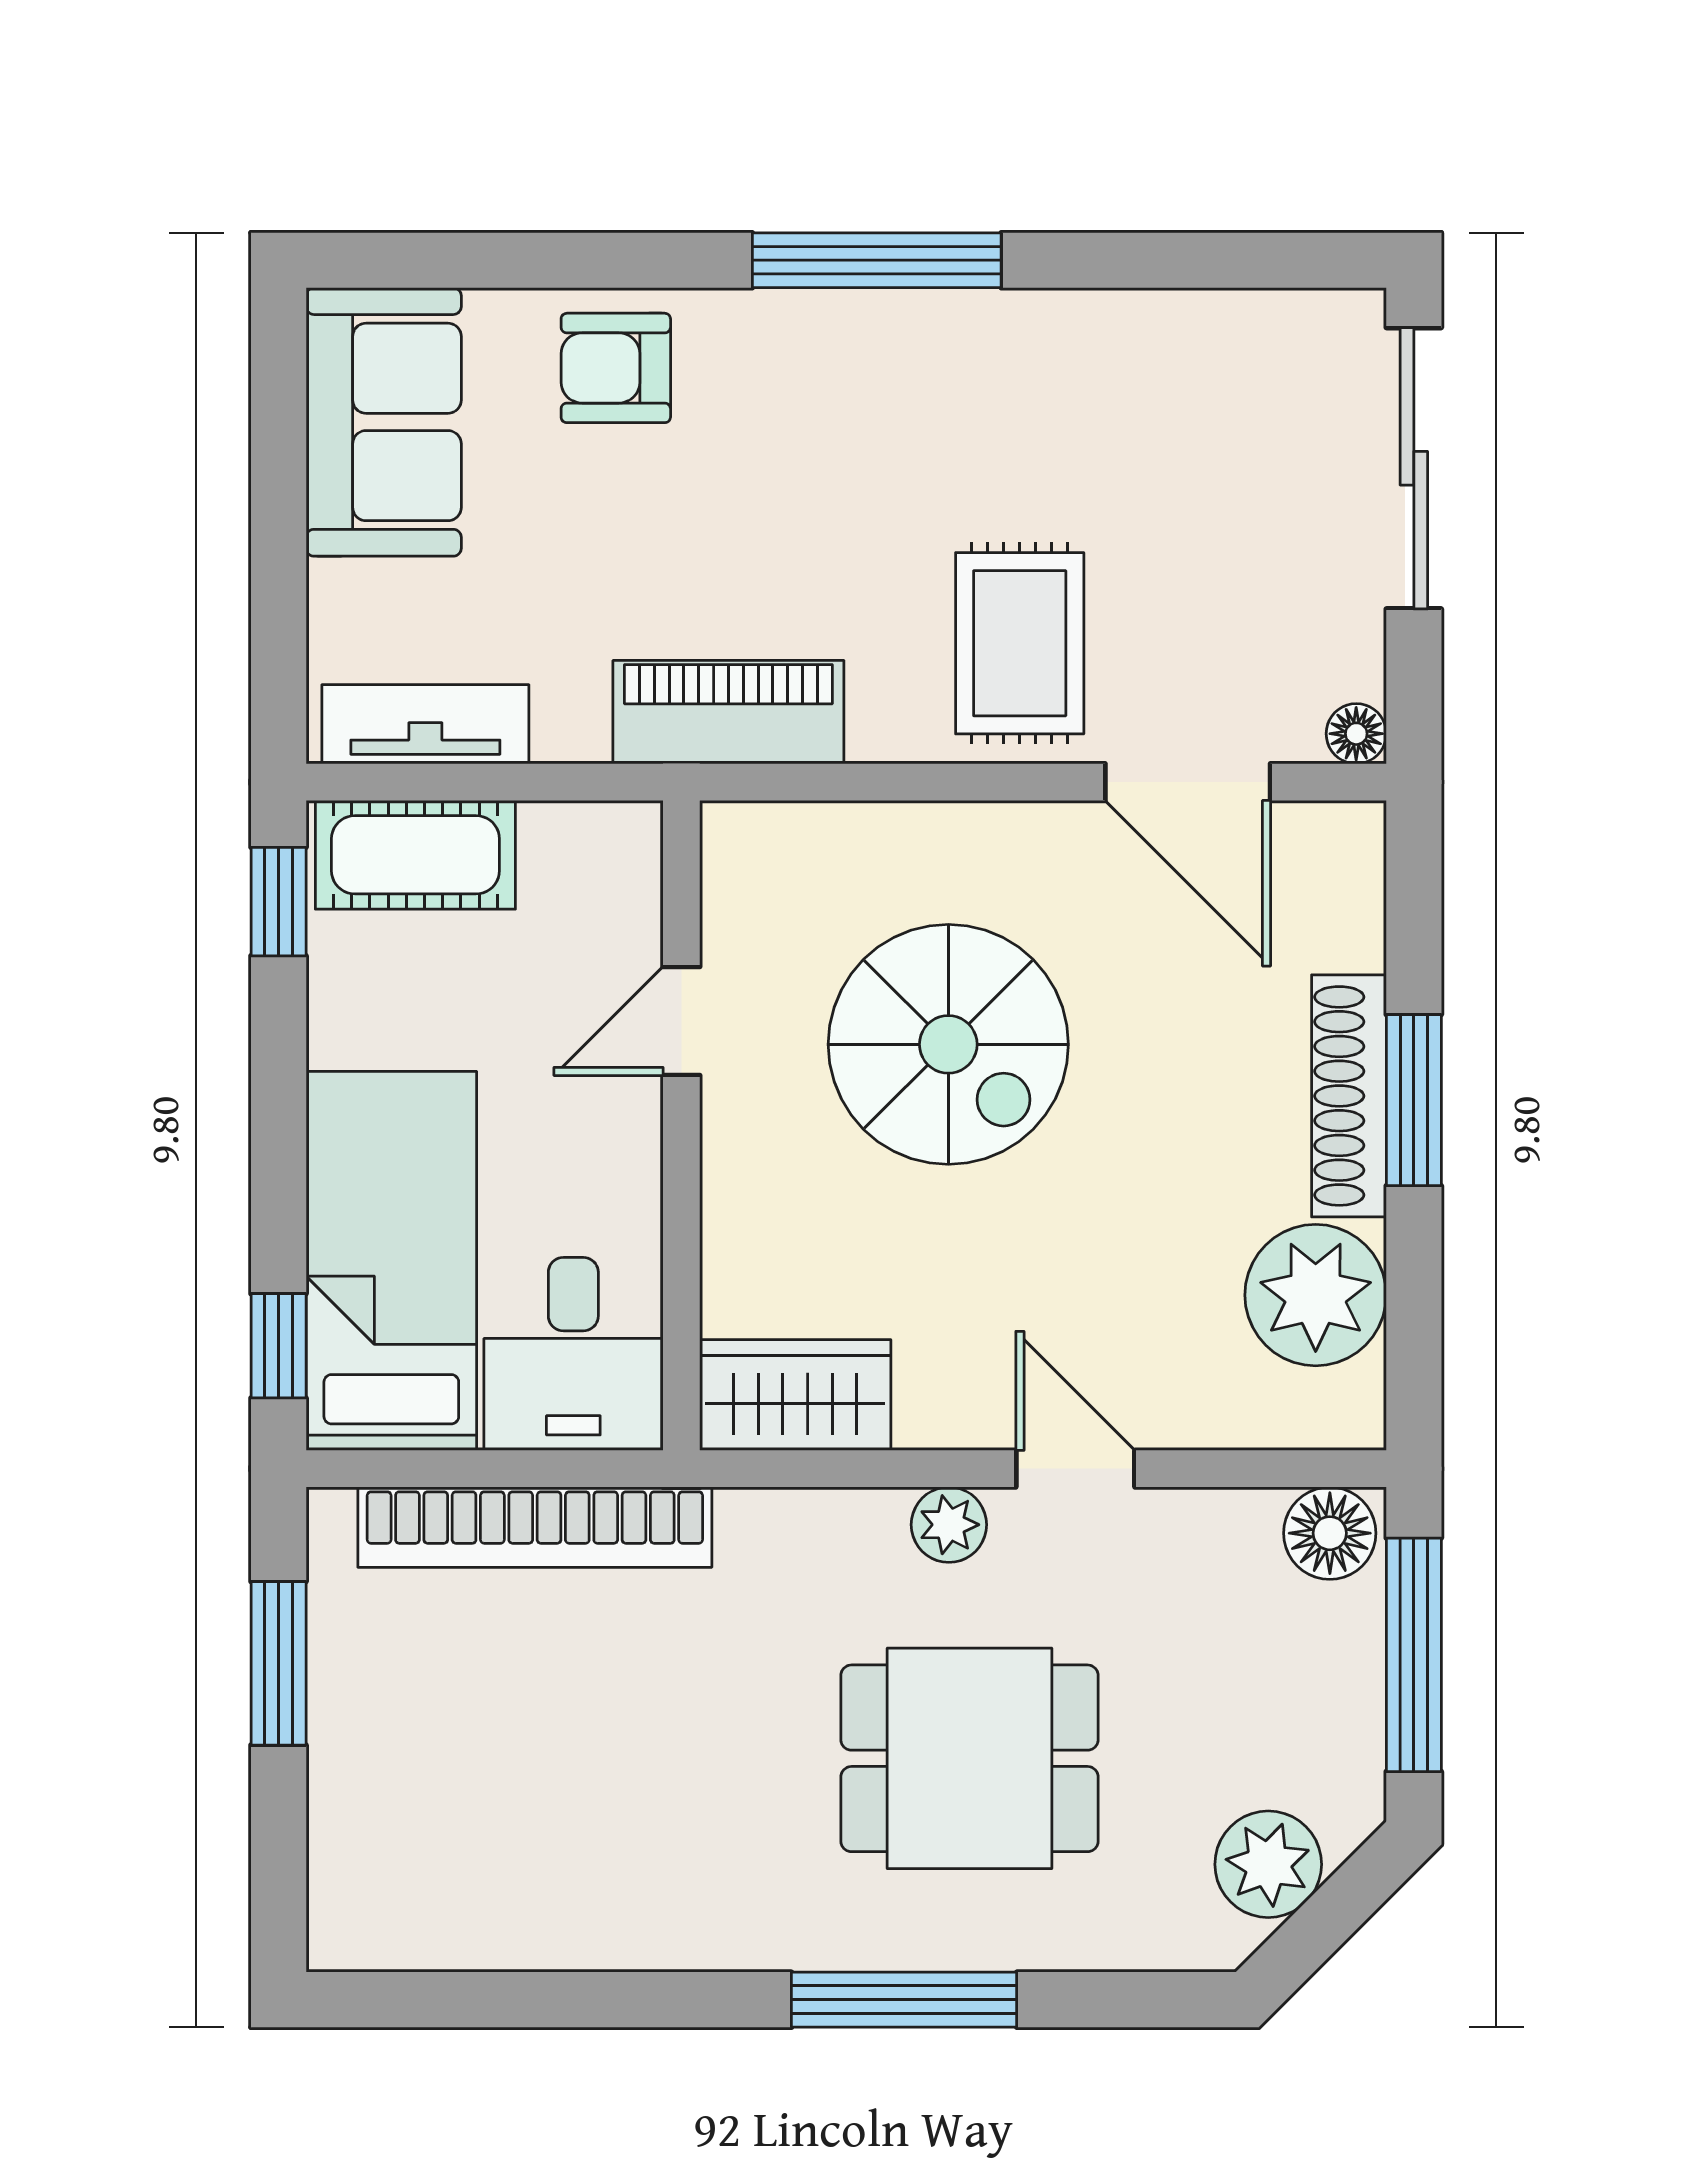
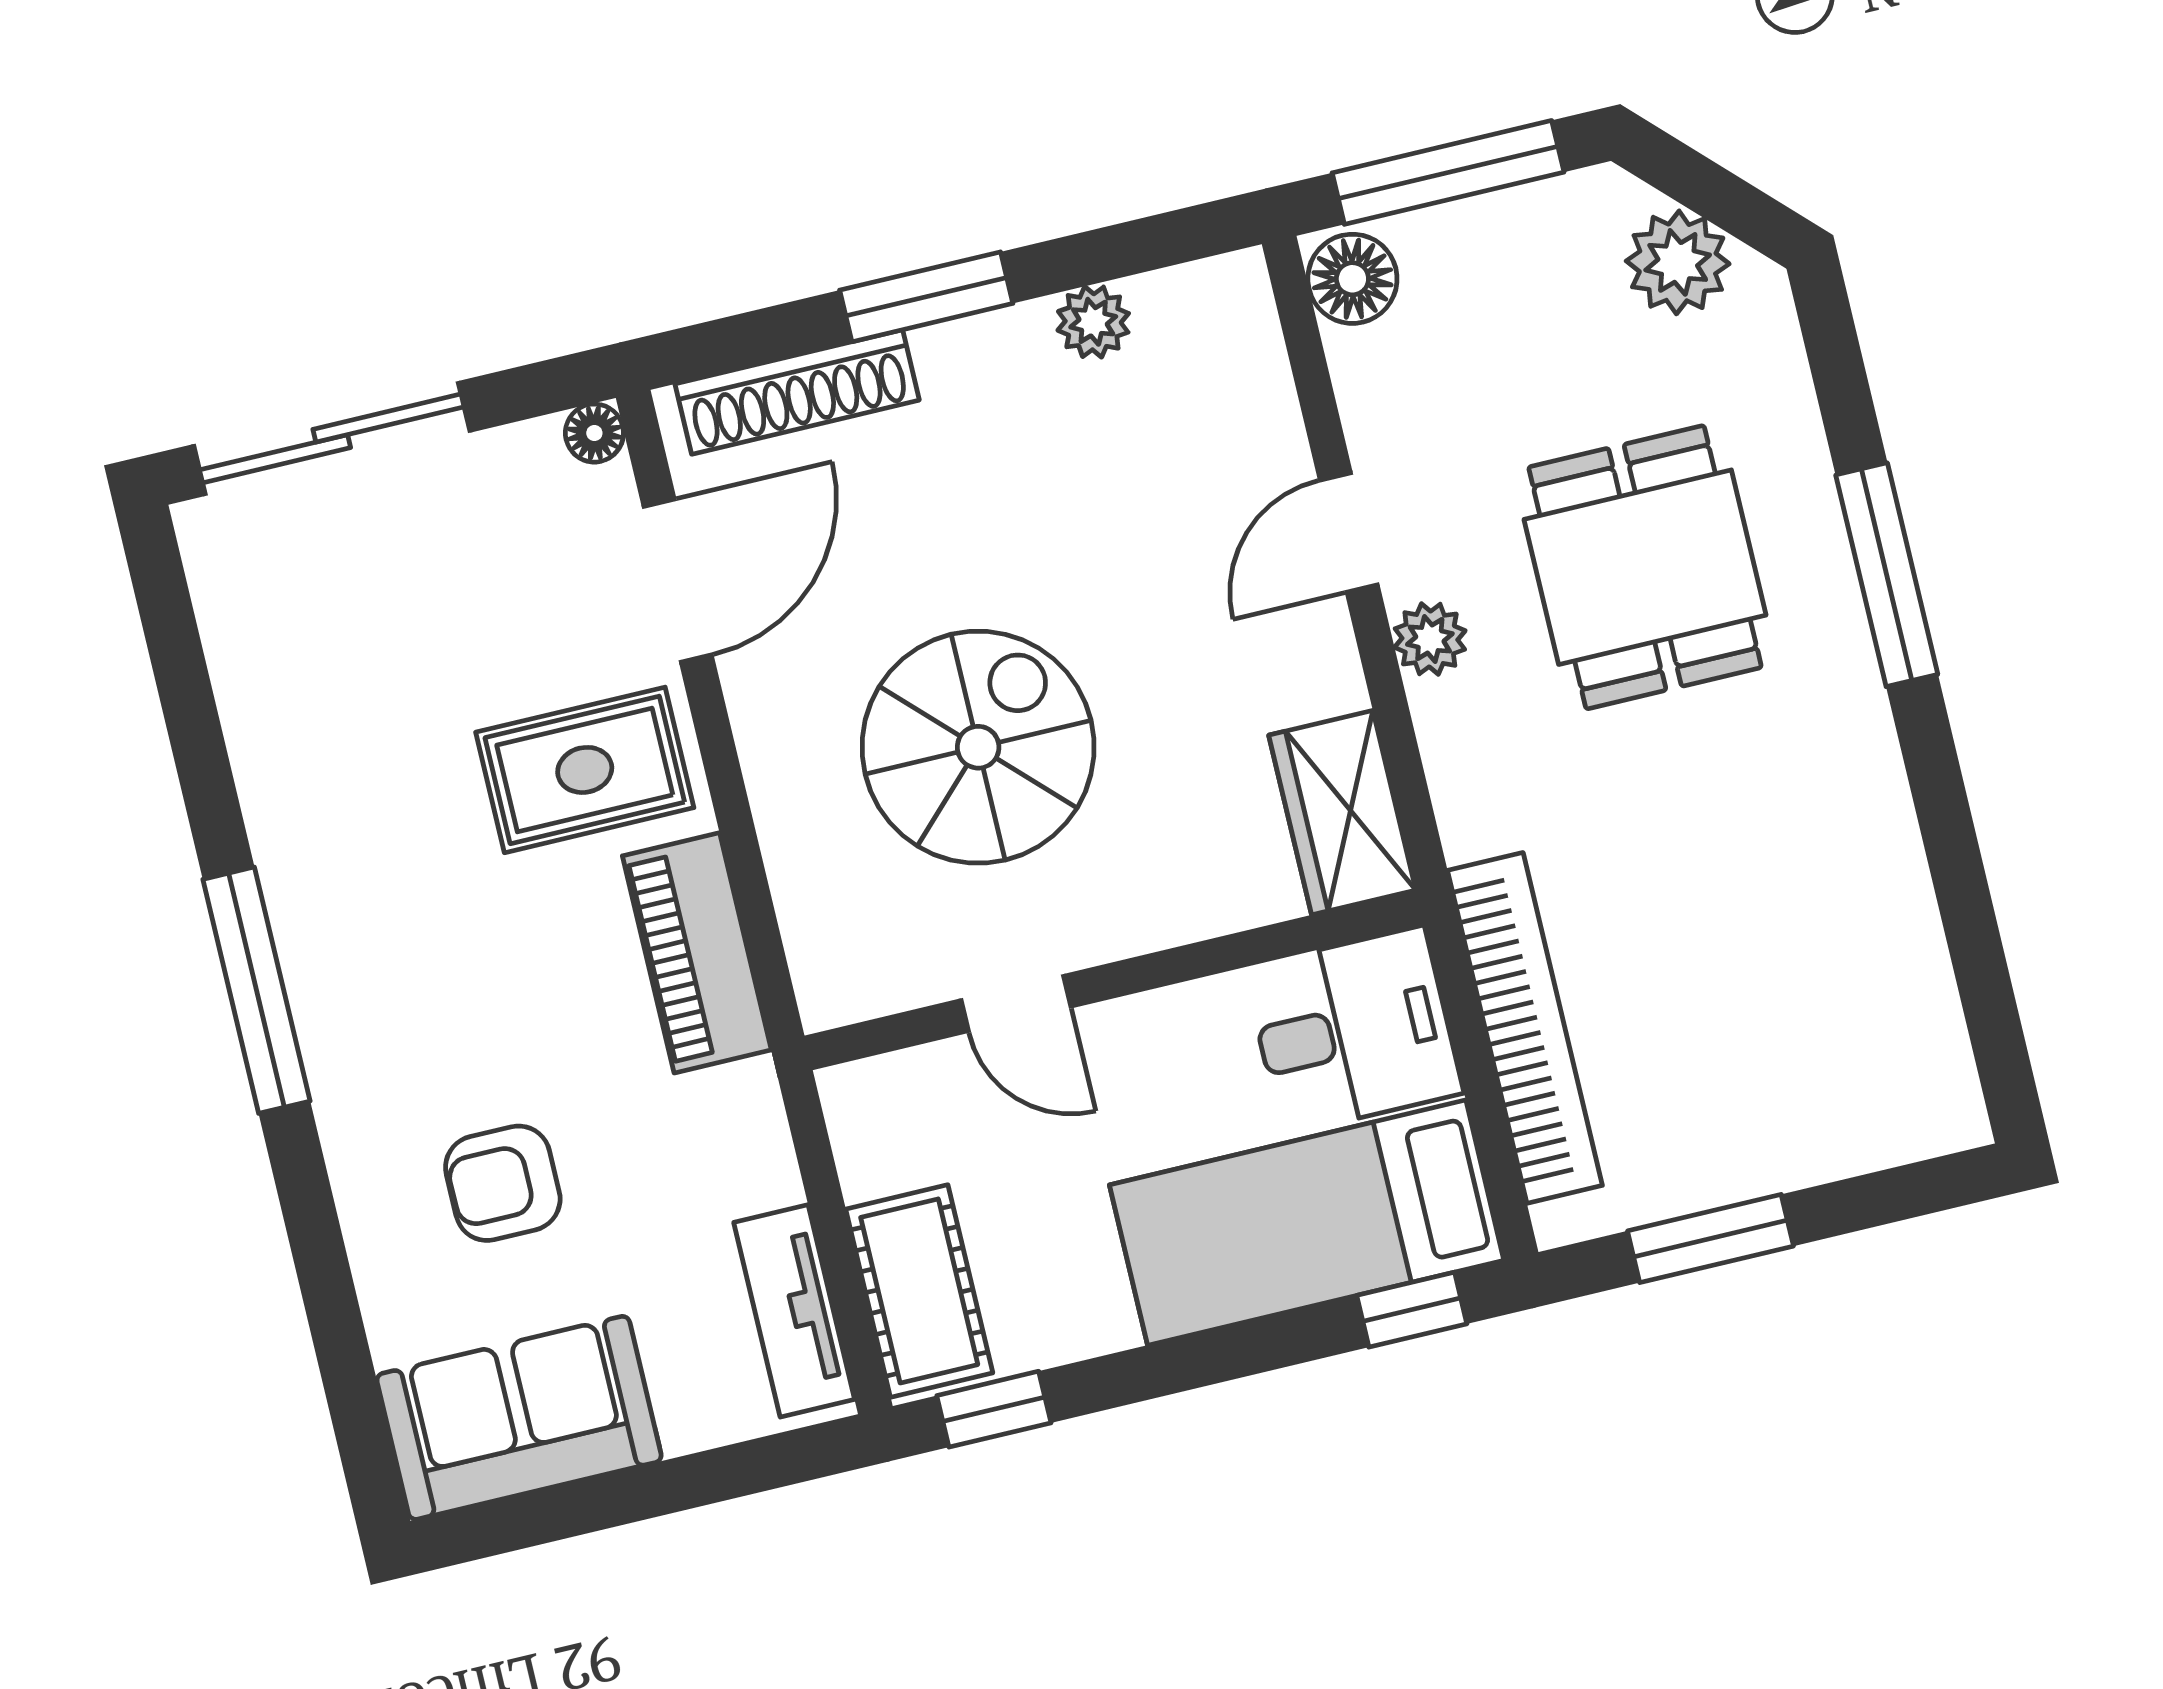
armchair: (616, 368) -> (503, 1183), moved, turned 90
piano: (728, 712) -> (697, 953), moved
shoe rack: (1349, 1096) -> (797, 392), moved
plant: (1316, 1295) -> (1093, 322), width x0.53, depth x0.53

